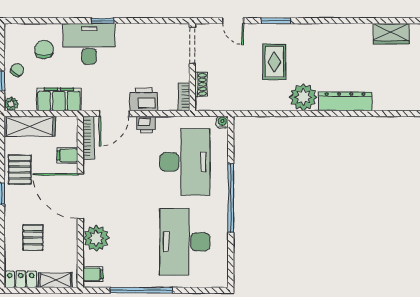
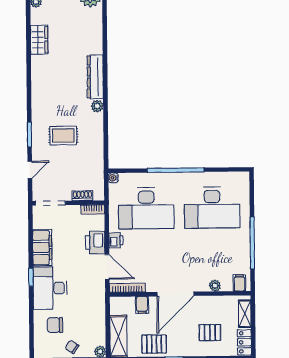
plant: (303, 97) -> (97, 106), width x0.53, depth x0.53
filing cabinet: (59, 99) -> (42, 247), moved, turned 180
desk: (185, 162) -> (146, 208), turned 180
plant: (96, 238) -> (215, 286), width x0.53, depth x0.53

